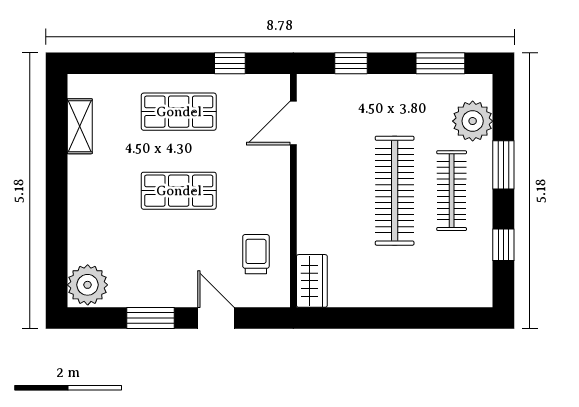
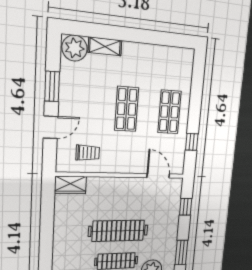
shelving: (80, 126) -> (105, 46), moved

